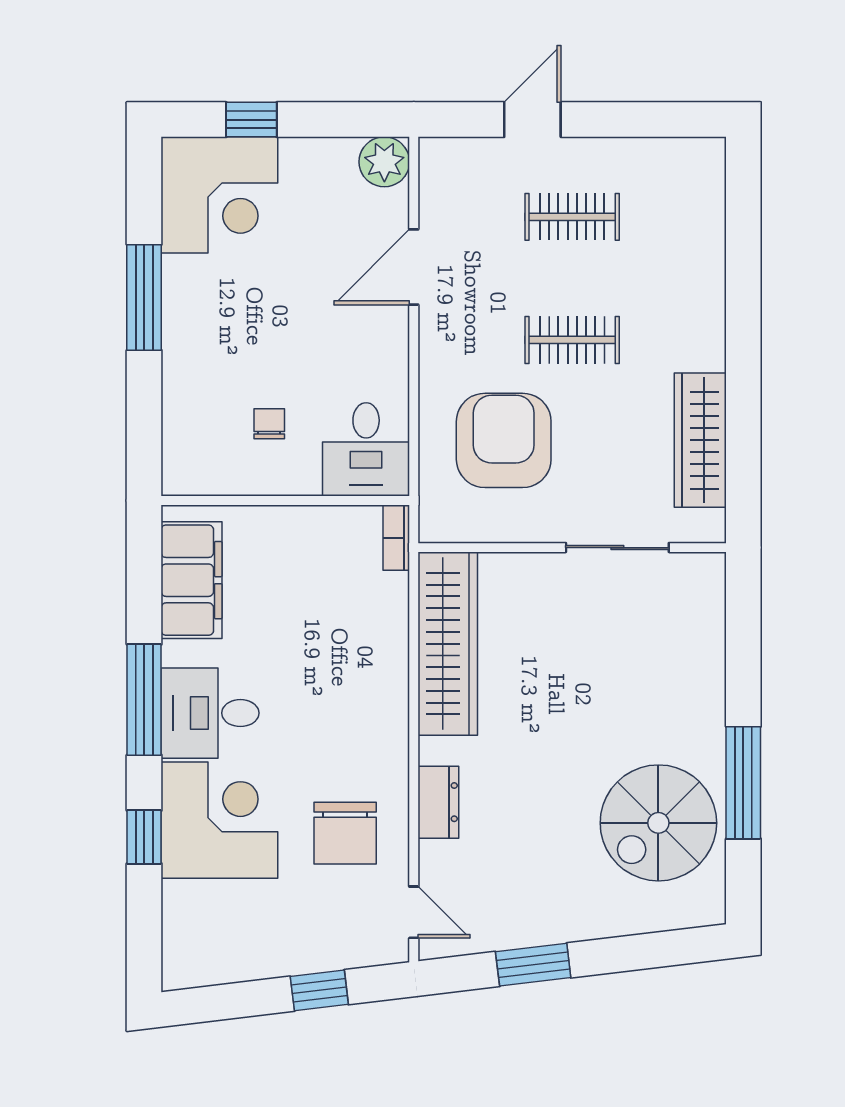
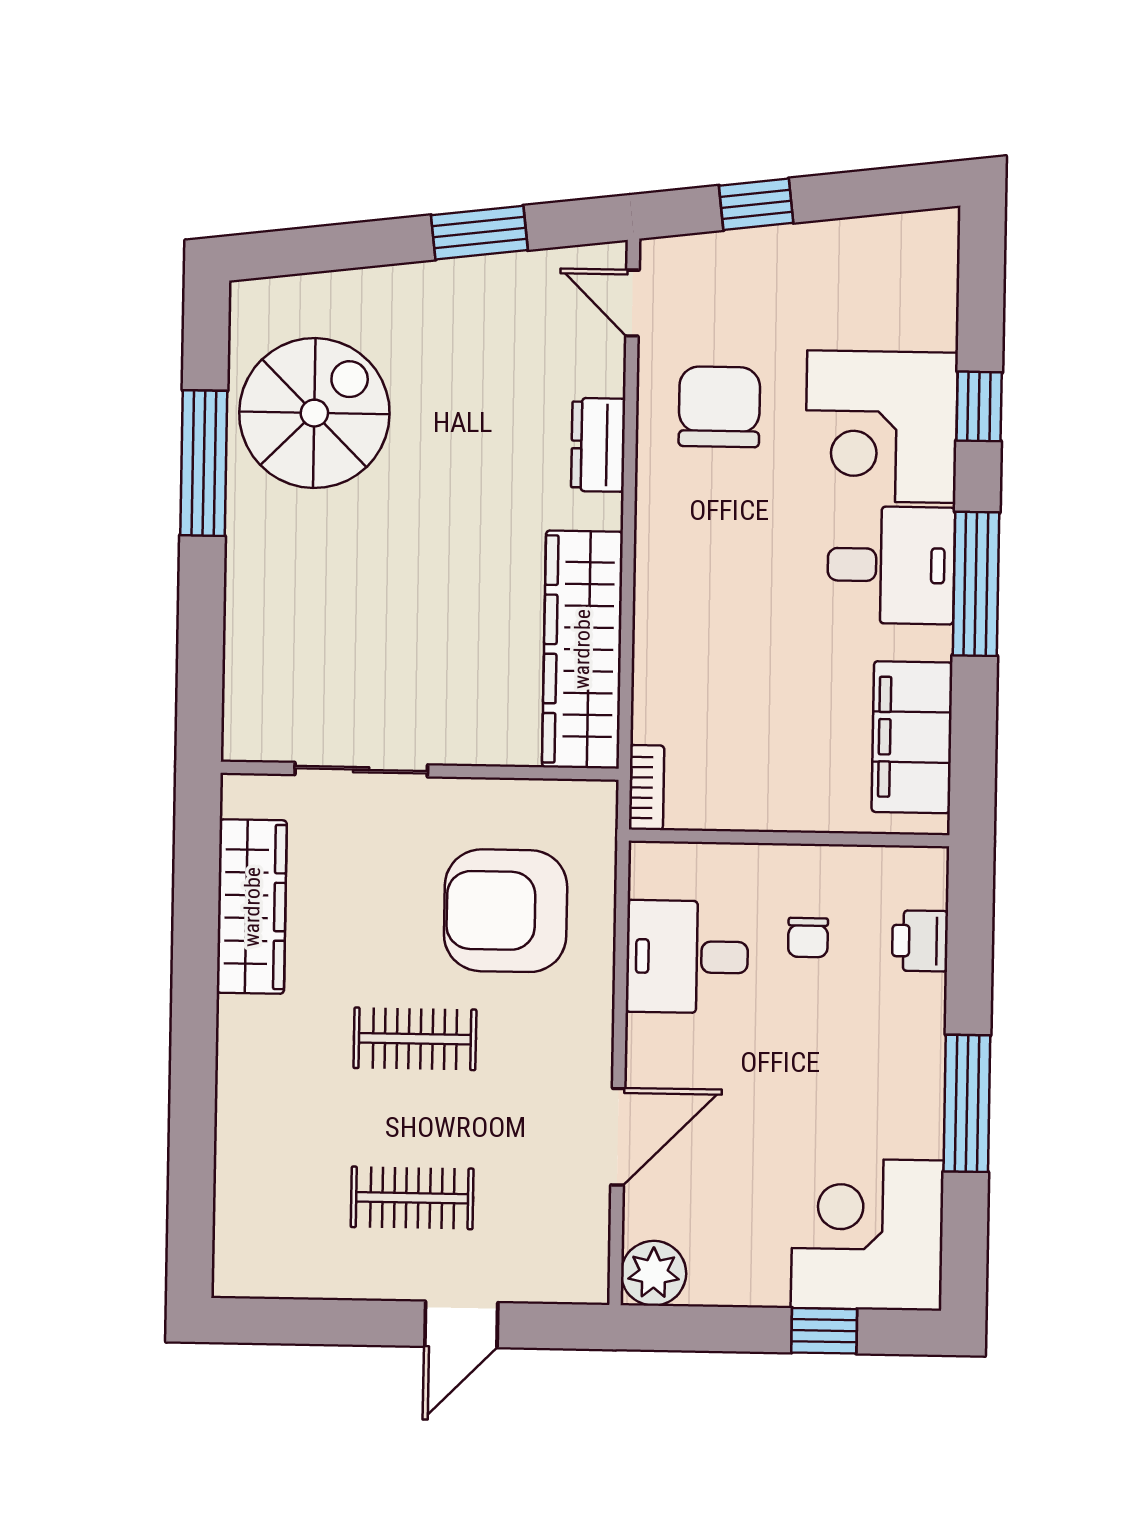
printer: (183, 423) -> (920, 941), added
armchair: (504, 440) -> (506, 911), turned 90
desk: (366, 449) -> (687, 957), moved, turned -90

